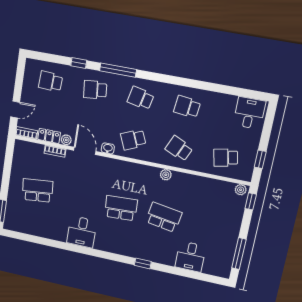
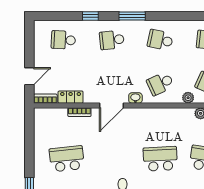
window: (118, 70) -> (132, 16), width x0.69
plant: (66, 140) -> (188, 98), moved
door: (85, 151) -> (111, 105), swing flipped

